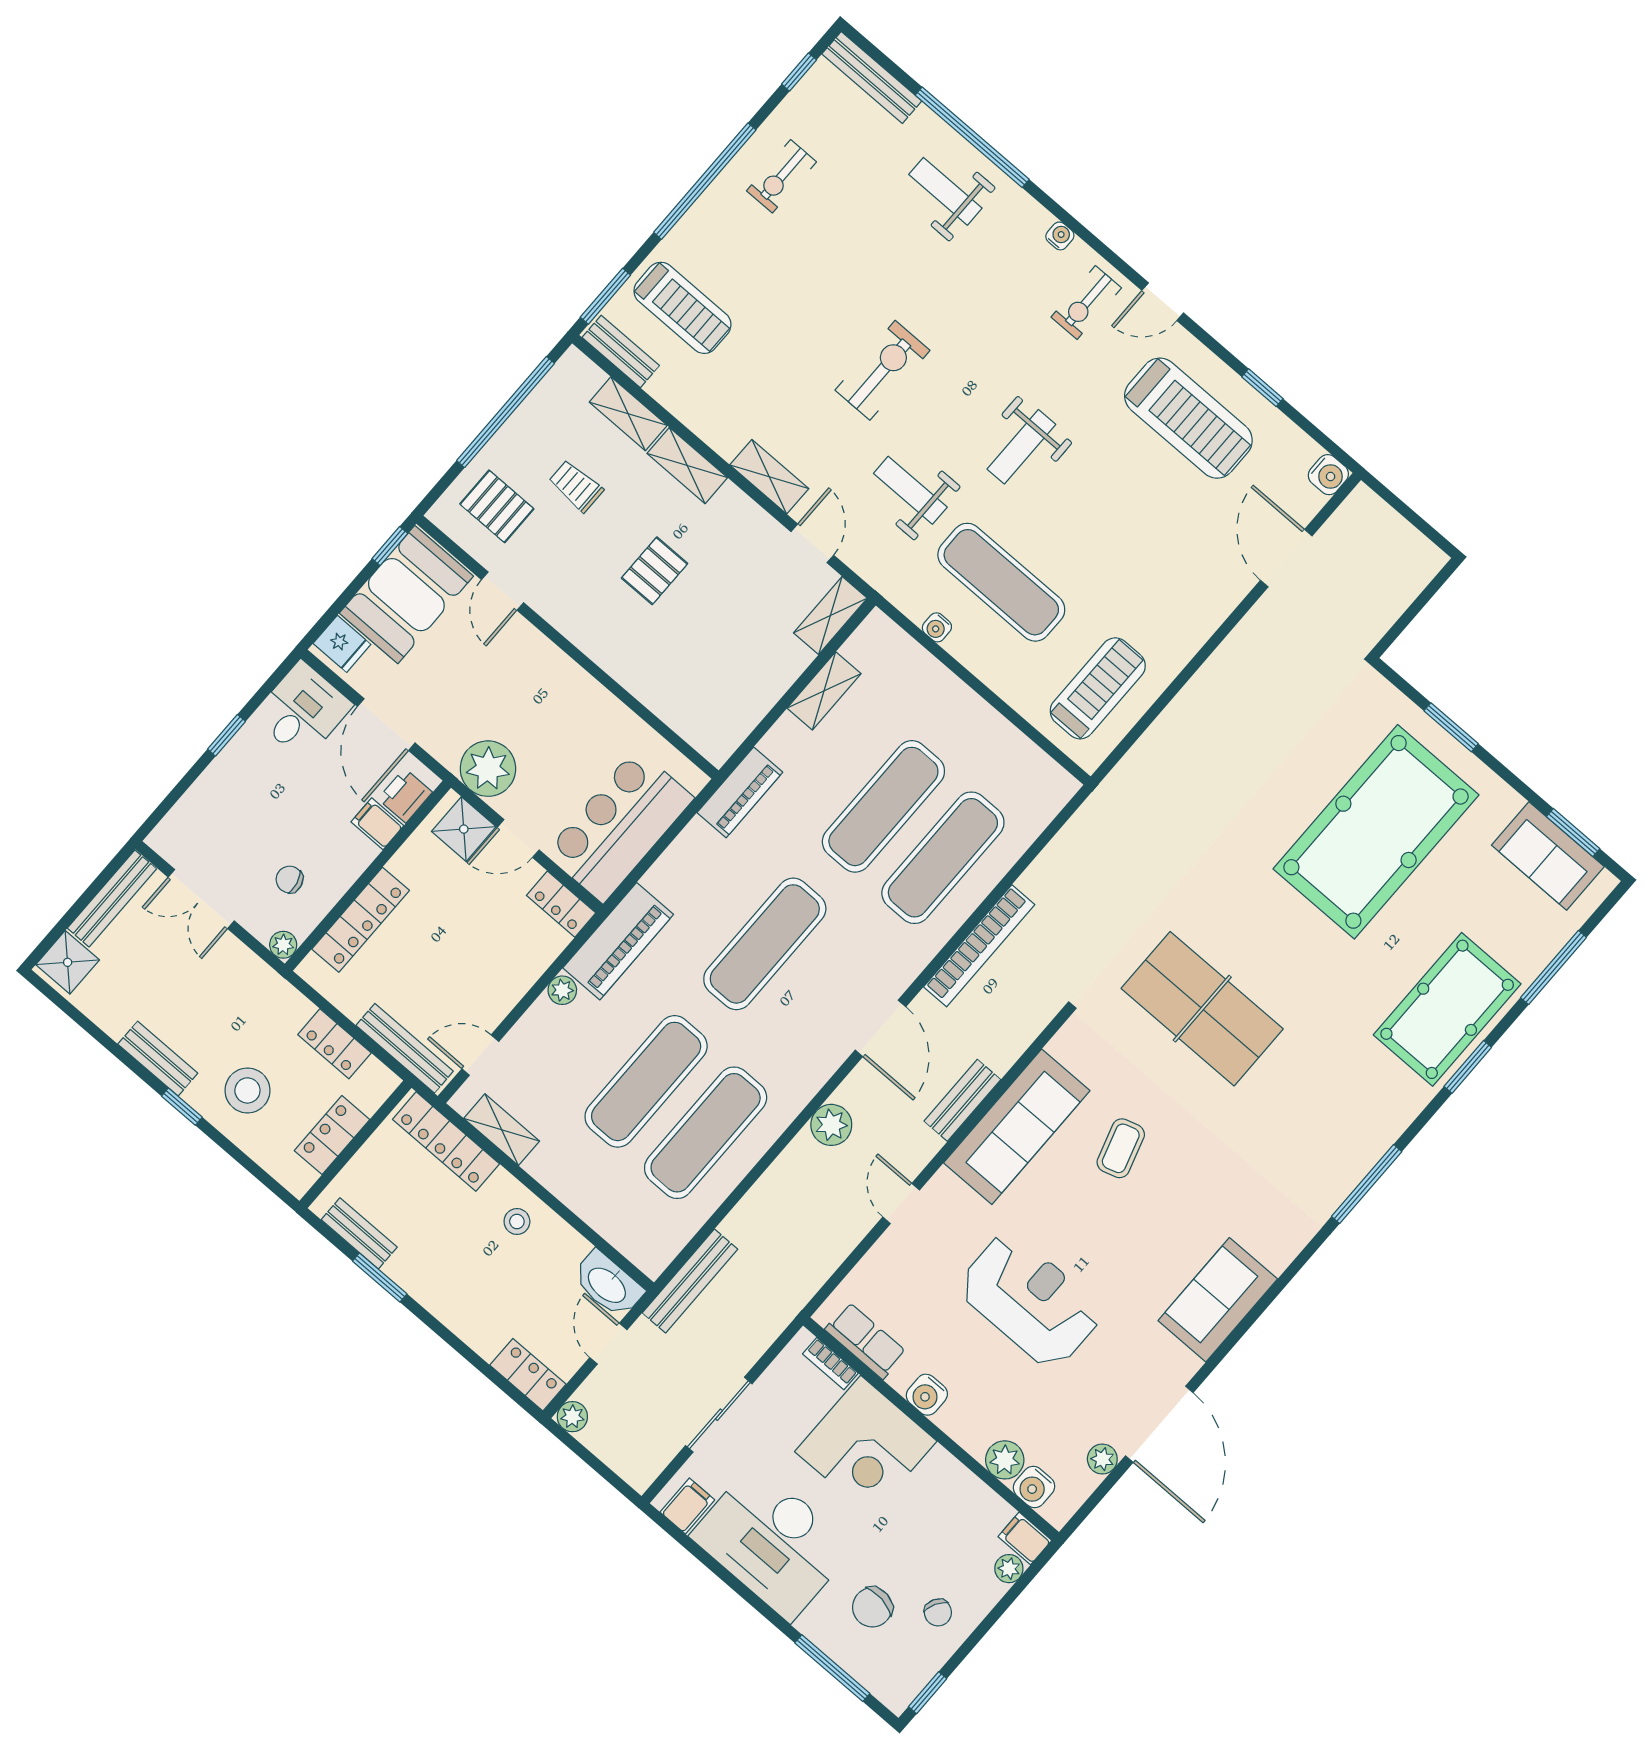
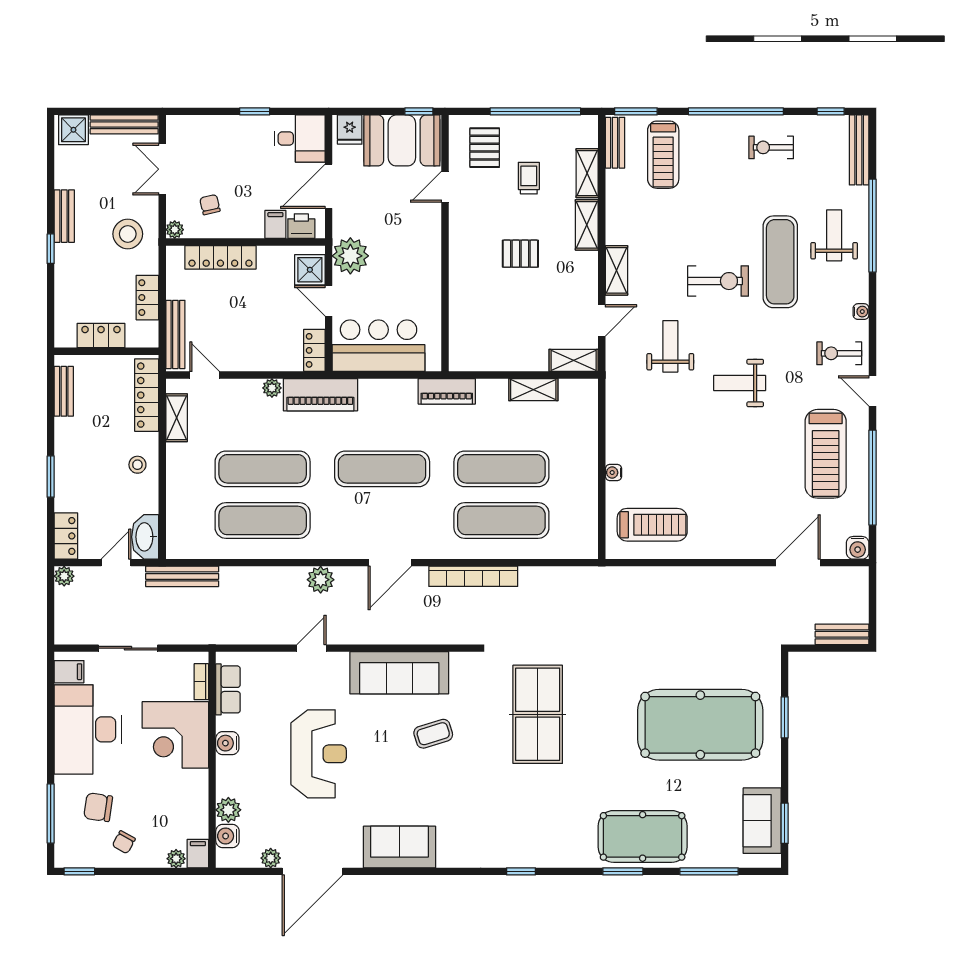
window: (1262, 388) -> (873, 478), width x3.17
exercise mat: (1001, 582) -> (780, 262), moved
water cooler: (937, 627) -> (613, 473), moved
stool: (247, 1090) -> (128, 234), moved
bench: (962, 1100) -> (842, 634), moved
window: (1367, 1184) -> (521, 871), width x0.46
window: (380, 1277) -> (51, 477), moved

